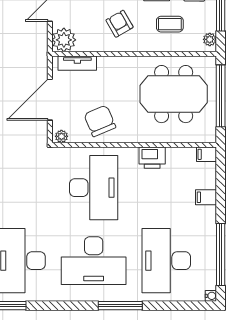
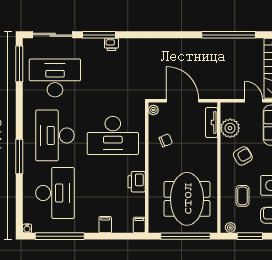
plant: (64, 40) -> (230, 128), moved
chair: (100, 121) -> (166, 140), width x0.54, depth x0.54
desk: (166, 261) -> (55, 193), turned 90

